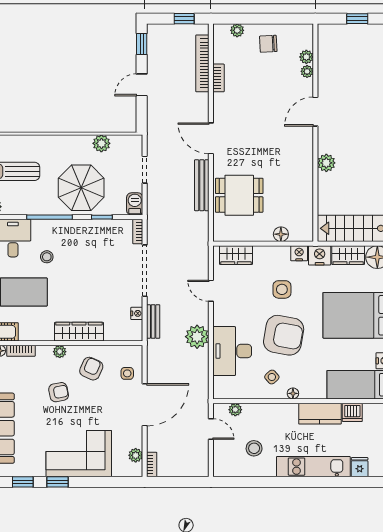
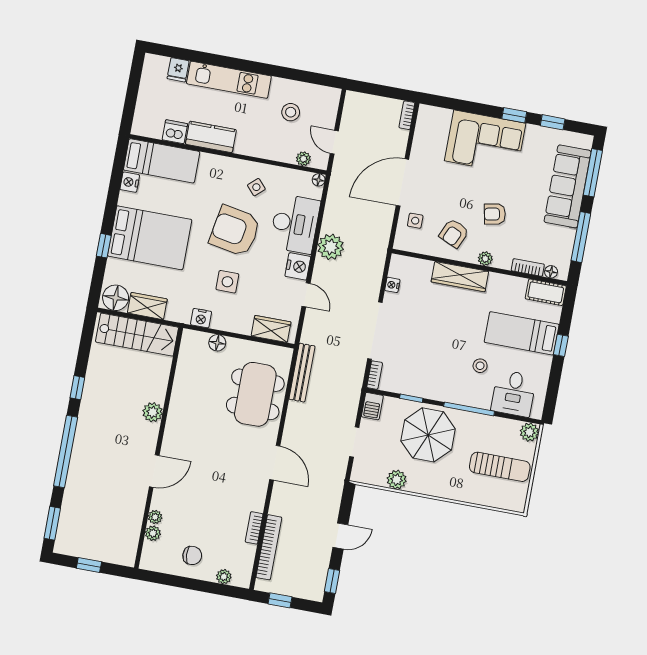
bench: (202, 185) -> (302, 373), moved
dining table: (239, 195) -> (255, 394), width x1.38
nightstand: (320, 255) -> (298, 266), moved, turned -90
bench: (153, 321) -> (376, 273), removed
floor lamp: (293, 393) -> (319, 180), moved
plant: (136, 455) -> (423, 129), removed

